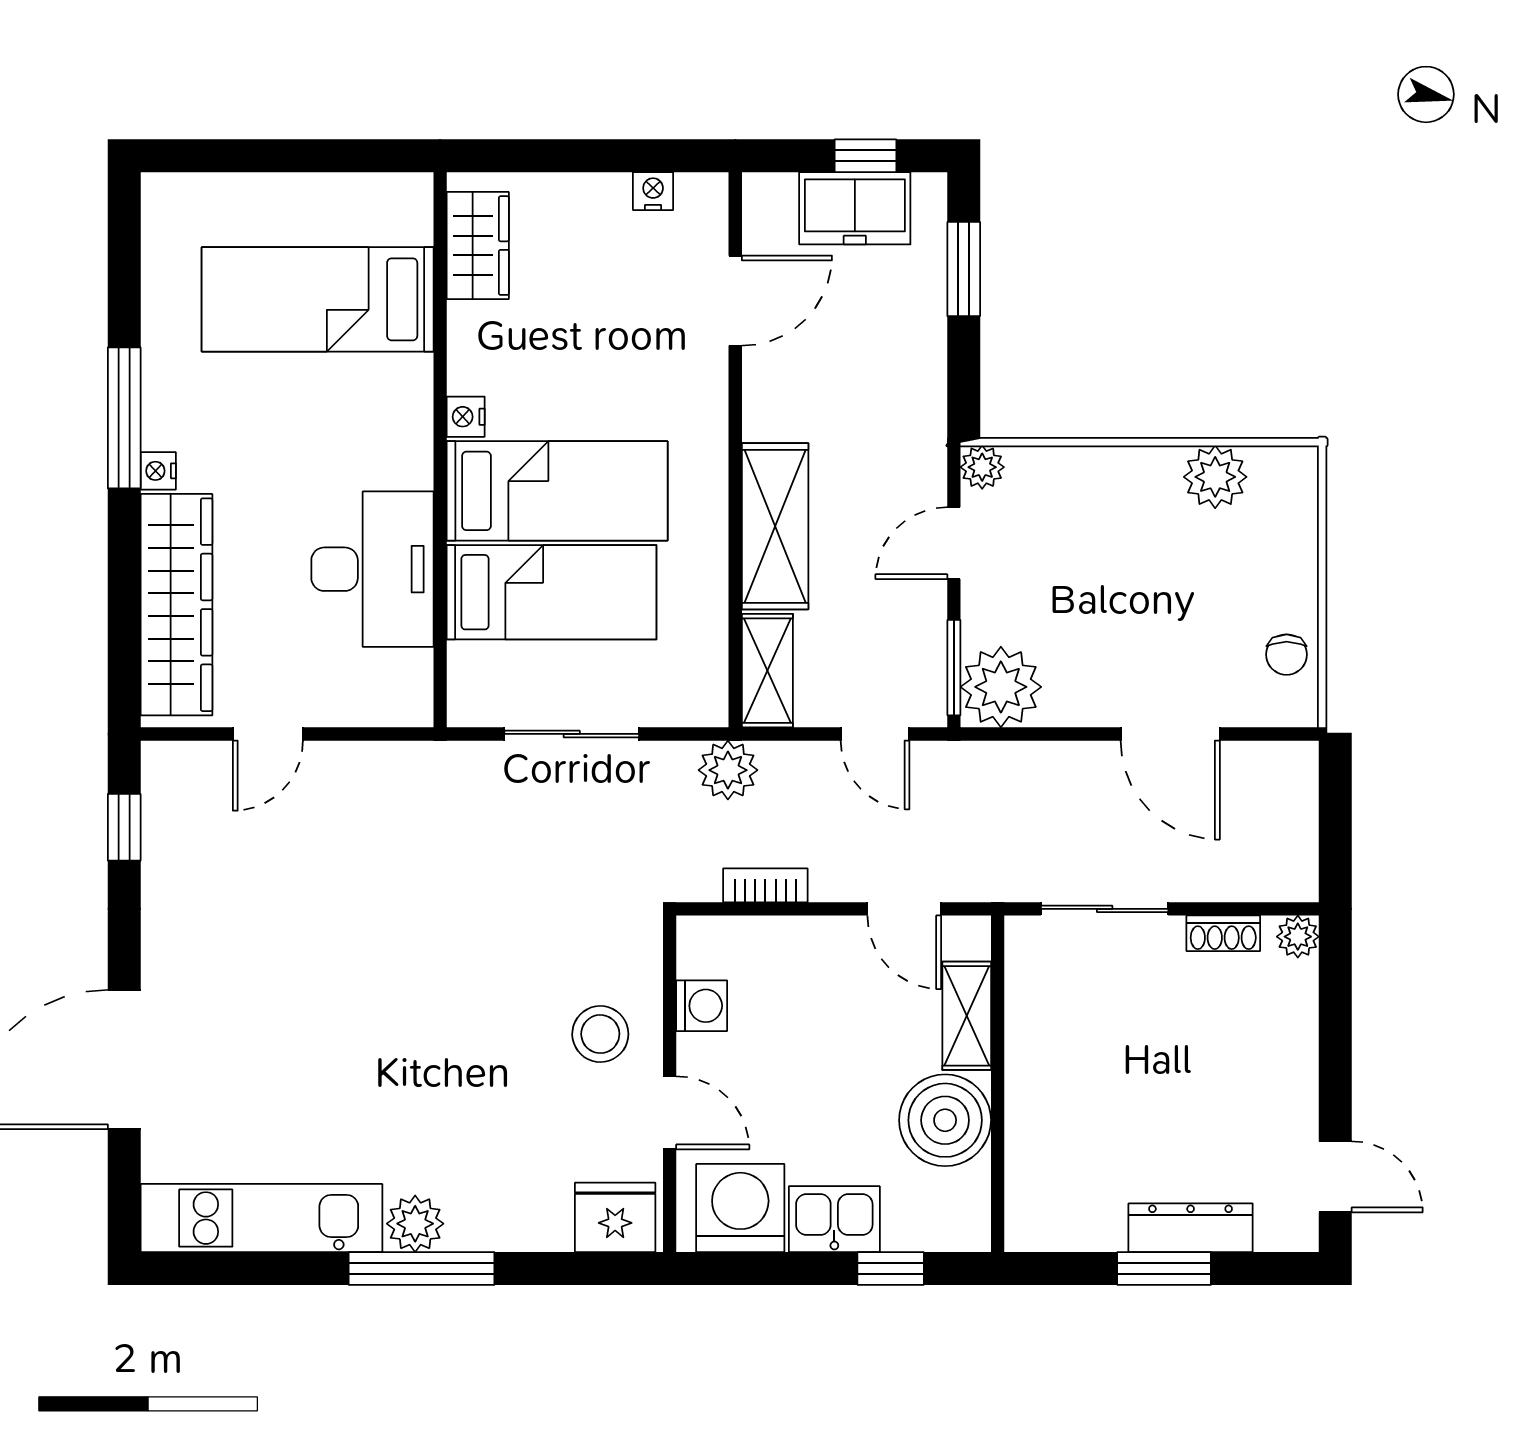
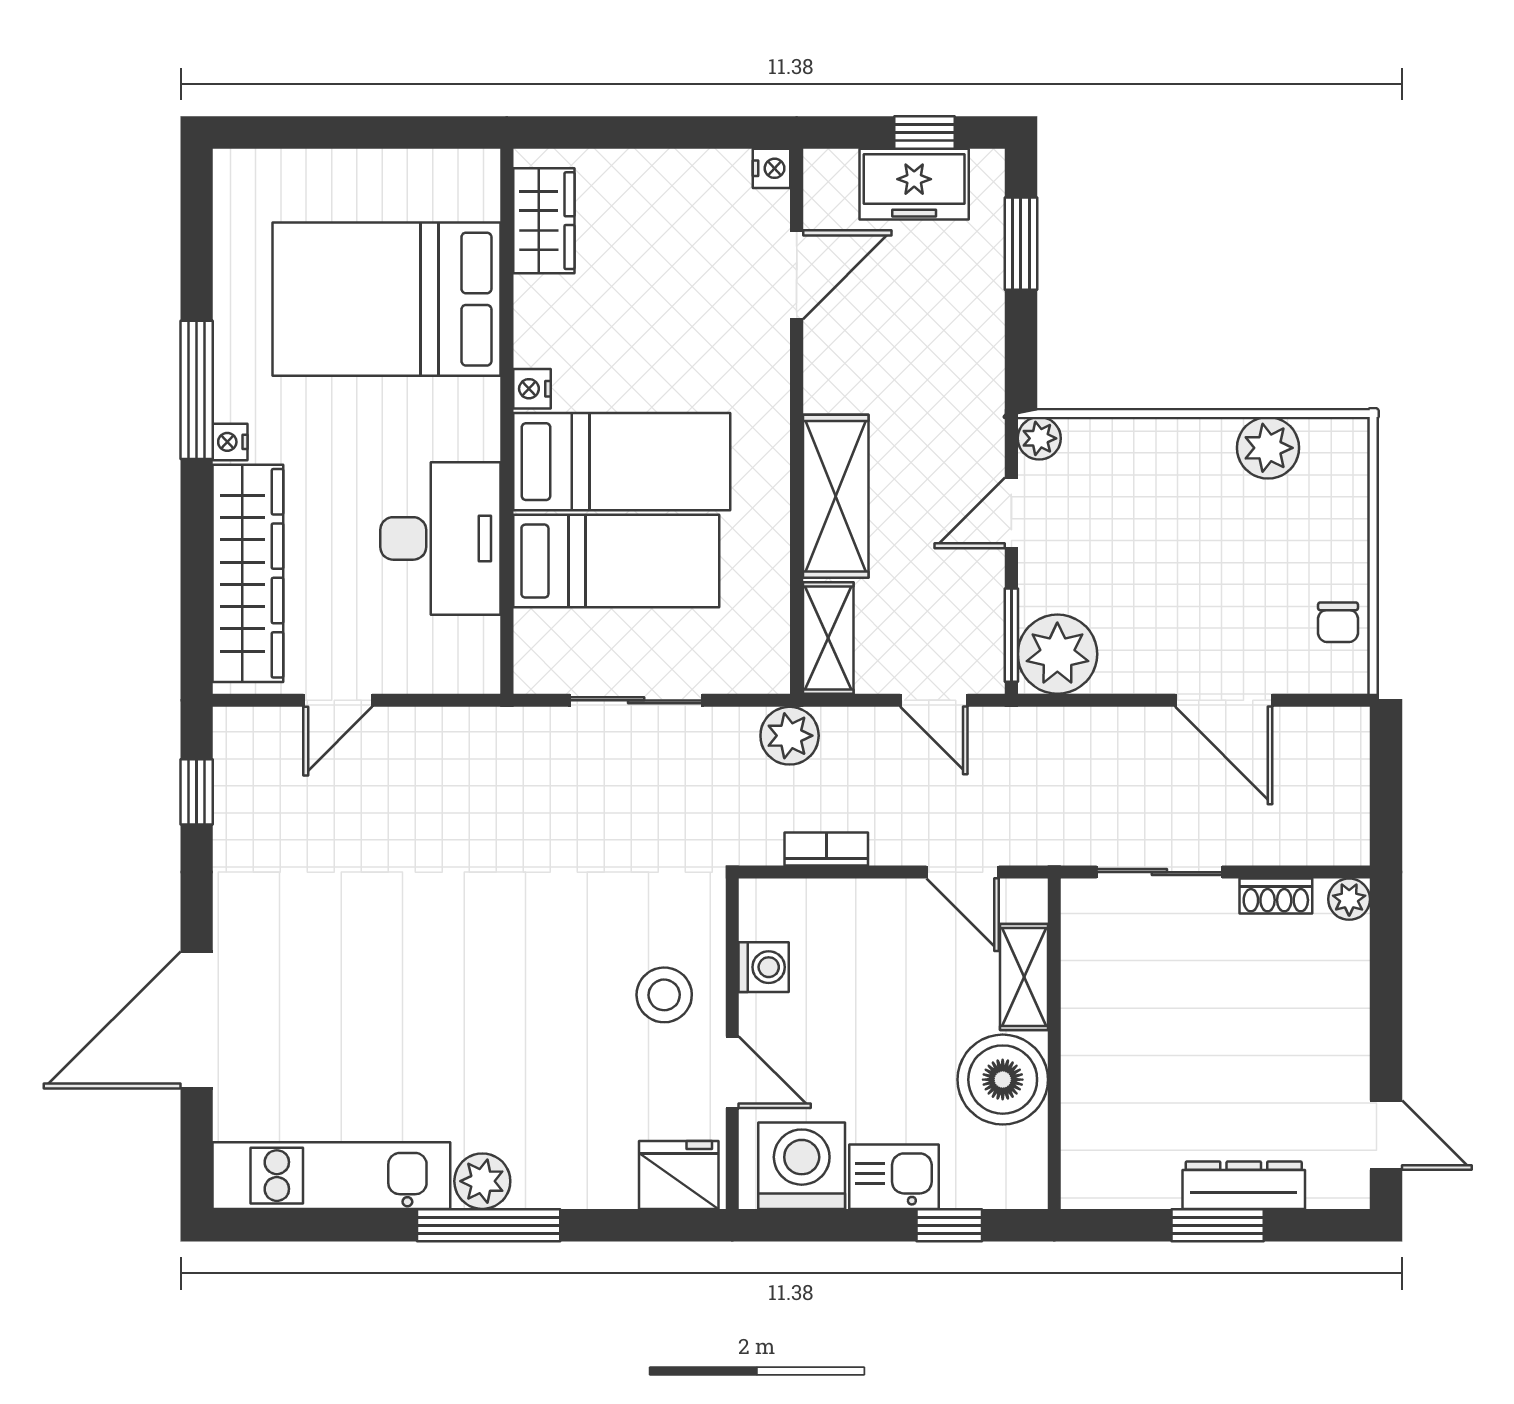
nightstand: (653, 191) -> (772, 168), moved, turned 90
bed: (318, 299) -> (387, 299), width x1.50

